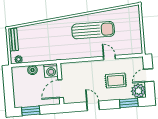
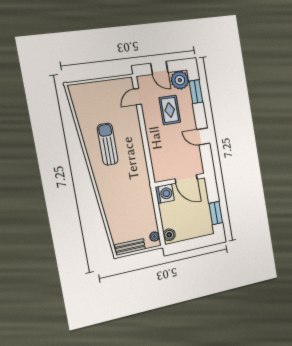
sun lounger: (93, 30) -> (108, 144), width x0.73, depth x0.75
door: (109, 58) -> (138, 97), moved
boiler: (32, 70) -> (169, 235), moved
door: (93, 106) -> (203, 136), hinge flipped

